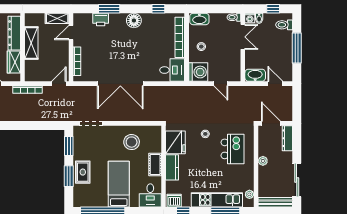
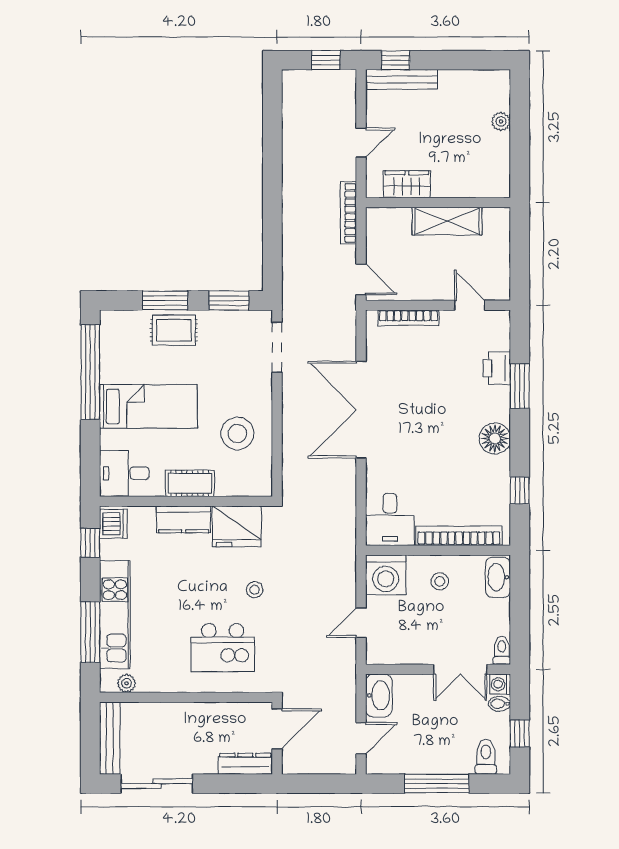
shelving: (57, 18) -> (499, 276), removed
dresser: (14, 33) -> (468, 185), removed
plant: (263, 161) -> (197, 712), removed

